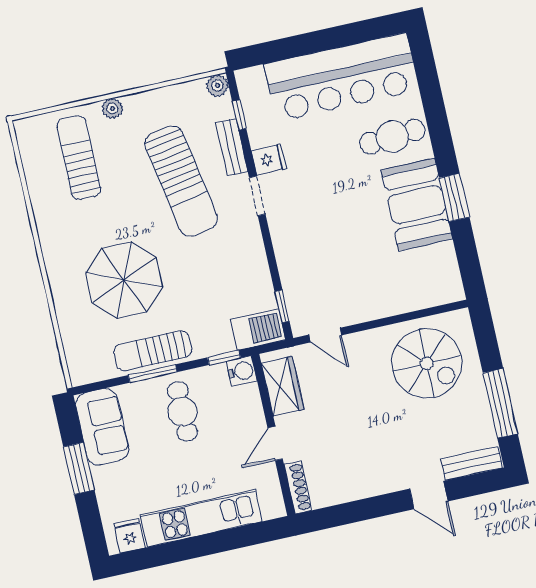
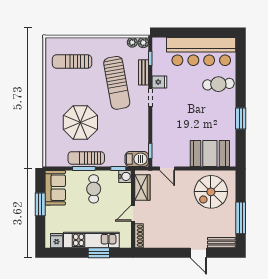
plant: (112, 108) -> (132, 42), moved
sun lounger: (79, 157) -> (72, 61), turned -90
booth: (417, 204) -> (210, 154), moved, turned 90
spiral stairs: (427, 363) -> (211, 192), turned 90
window: (223, 541) -> (99, 253), added

